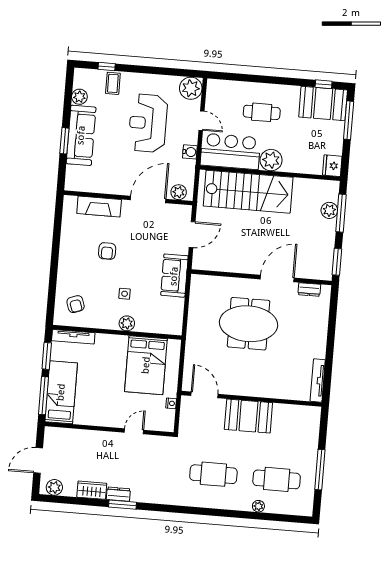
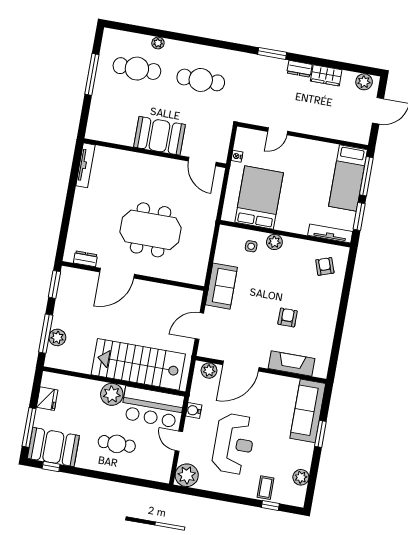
sofa: (81, 135) -> (308, 411), moved
fridge: (332, 166) -> (47, 399), moved
side table: (125, 294) -> (251, 246), moved
window: (122, 505) -> (272, 53), moved

